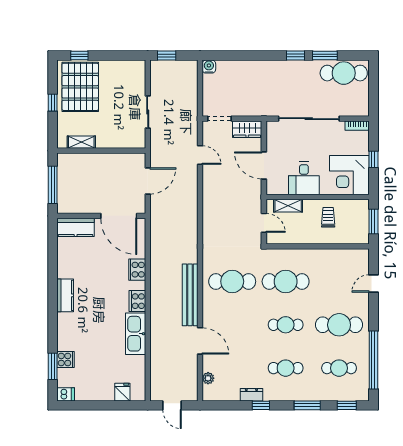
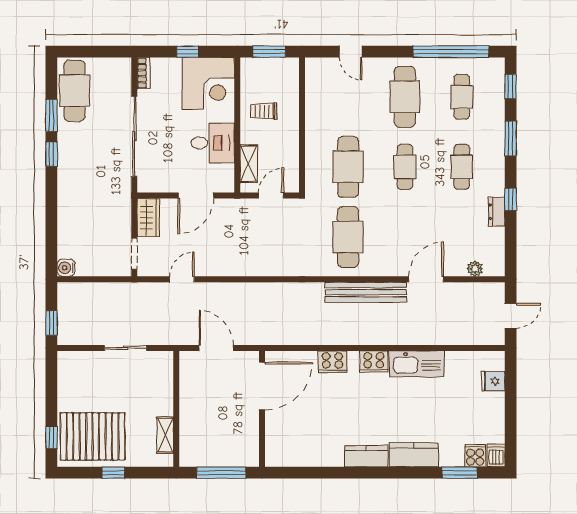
kitchen counter: (76, 227) -> (414, 455), moved, turned -90
cooker: (66, 359) -> (475, 456), moved

